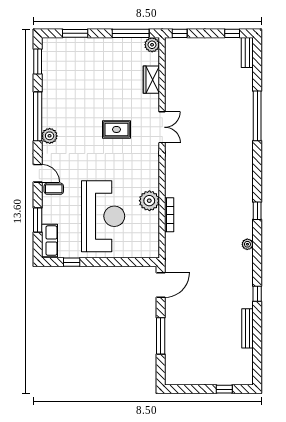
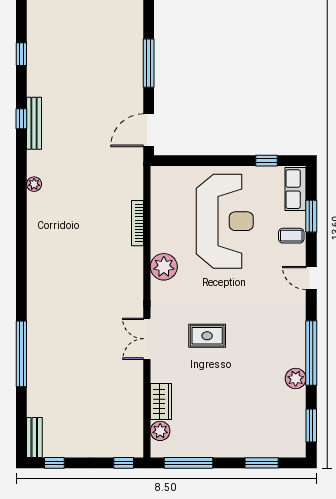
plant: (152, 45) -> (160, 431), moved
plant: (50, 136) -> (296, 379), moved
coffee table: (54, 189) -> (291, 236), moved
plant: (149, 201) -> (164, 267), moved
window: (257, 211) -> (21, 54), moved
reception desk: (103, 216) -> (225, 221), turned 180
bench: (247, 328) -> (34, 123), moved

